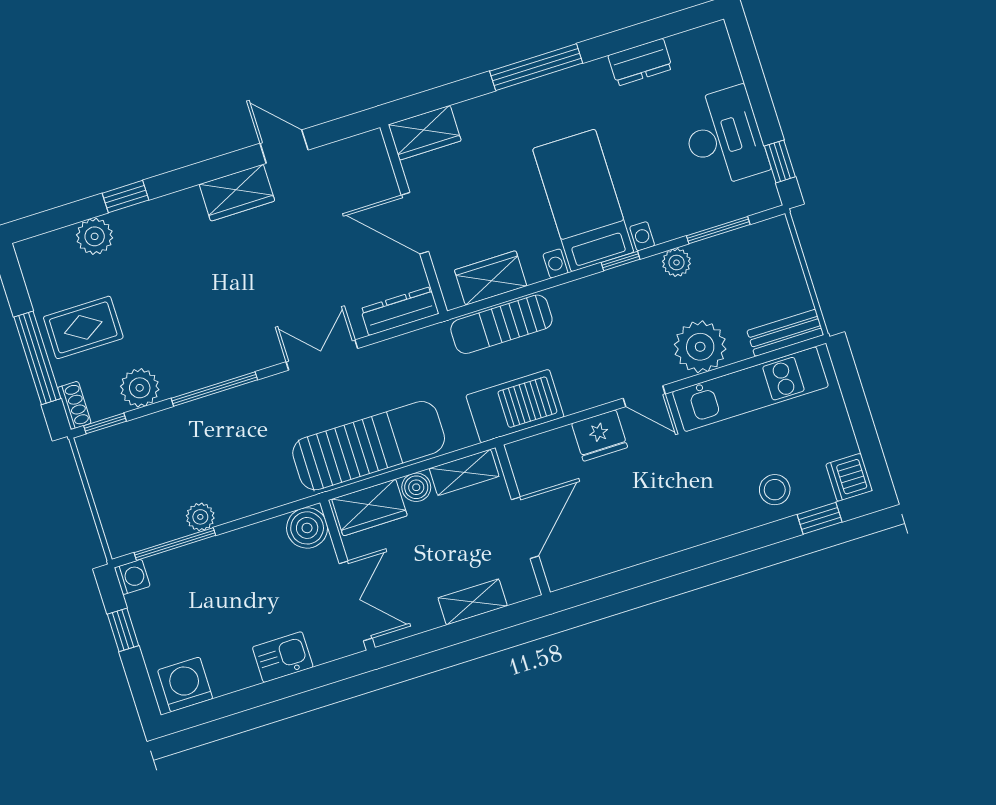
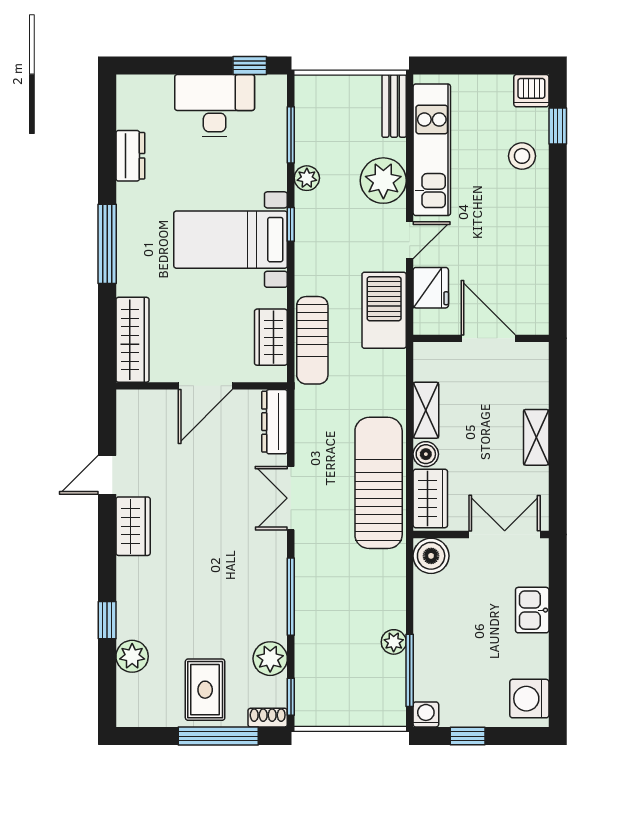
wardrobe: (425, 133) -> (132, 340), width x1.50
barbecue: (515, 406) -> (384, 310), moved
wall: (523, 520) -> (481, 338), moved
door: (525, 528) -> (488, 338), moved

